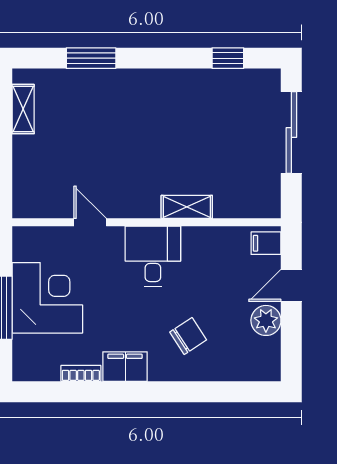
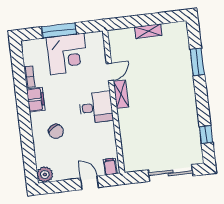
shelving: (23, 109) -> (148, 31), moved
shelving: (187, 207) -> (121, 94), moved
plant: (266, 320) -> (45, 174), moved

